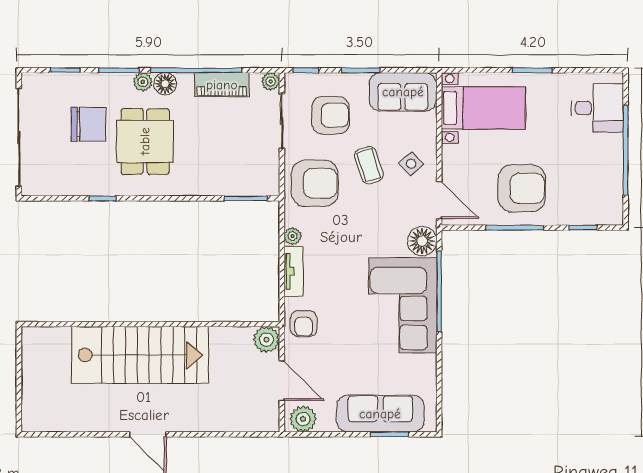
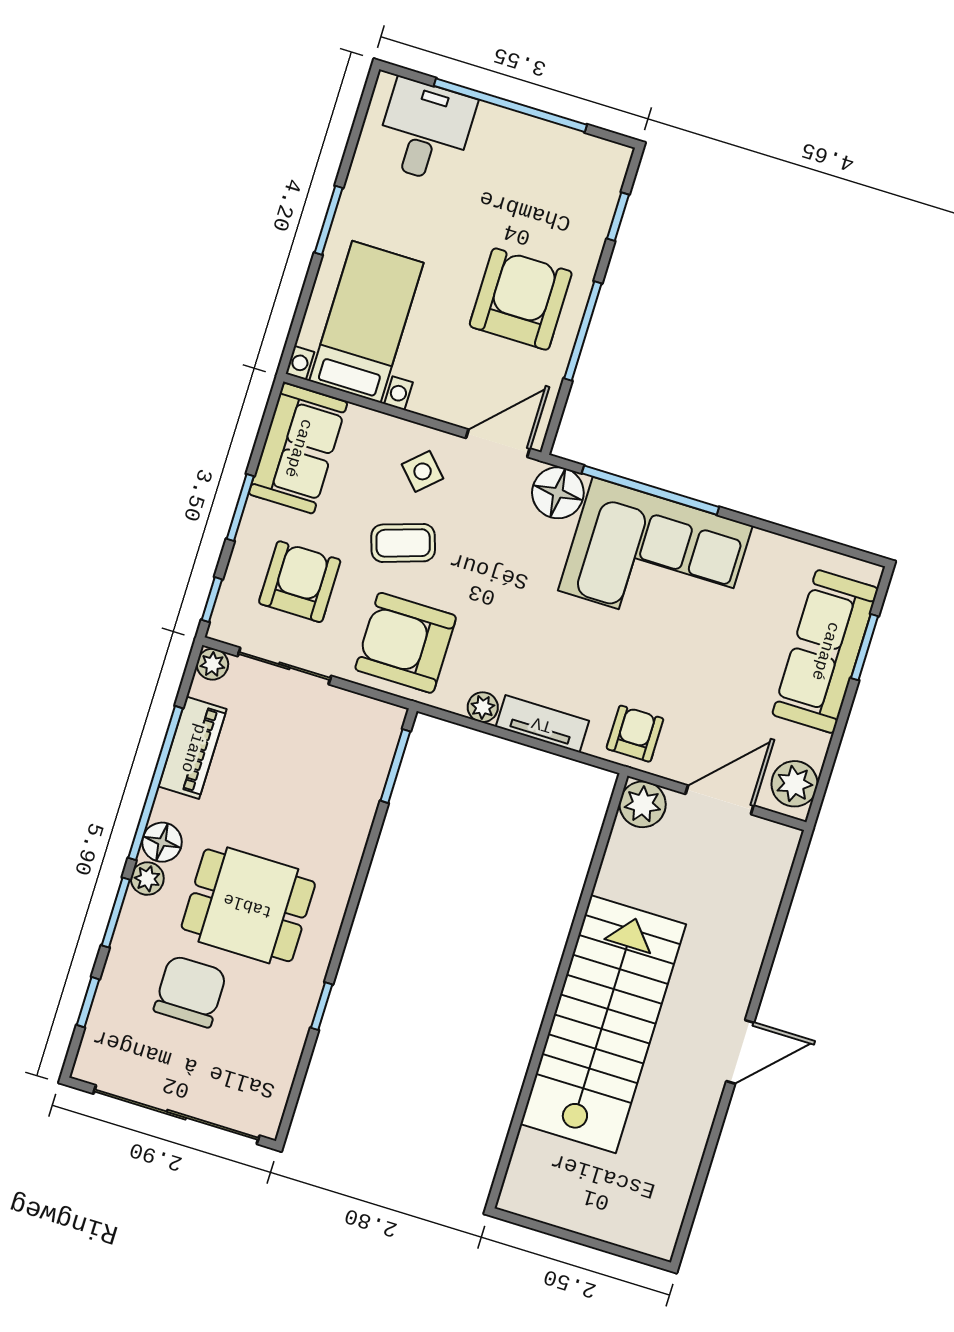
armchair: (315, 183) -> (406, 643), turned -90
armchair: (304, 324) -> (635, 734), turned -90

